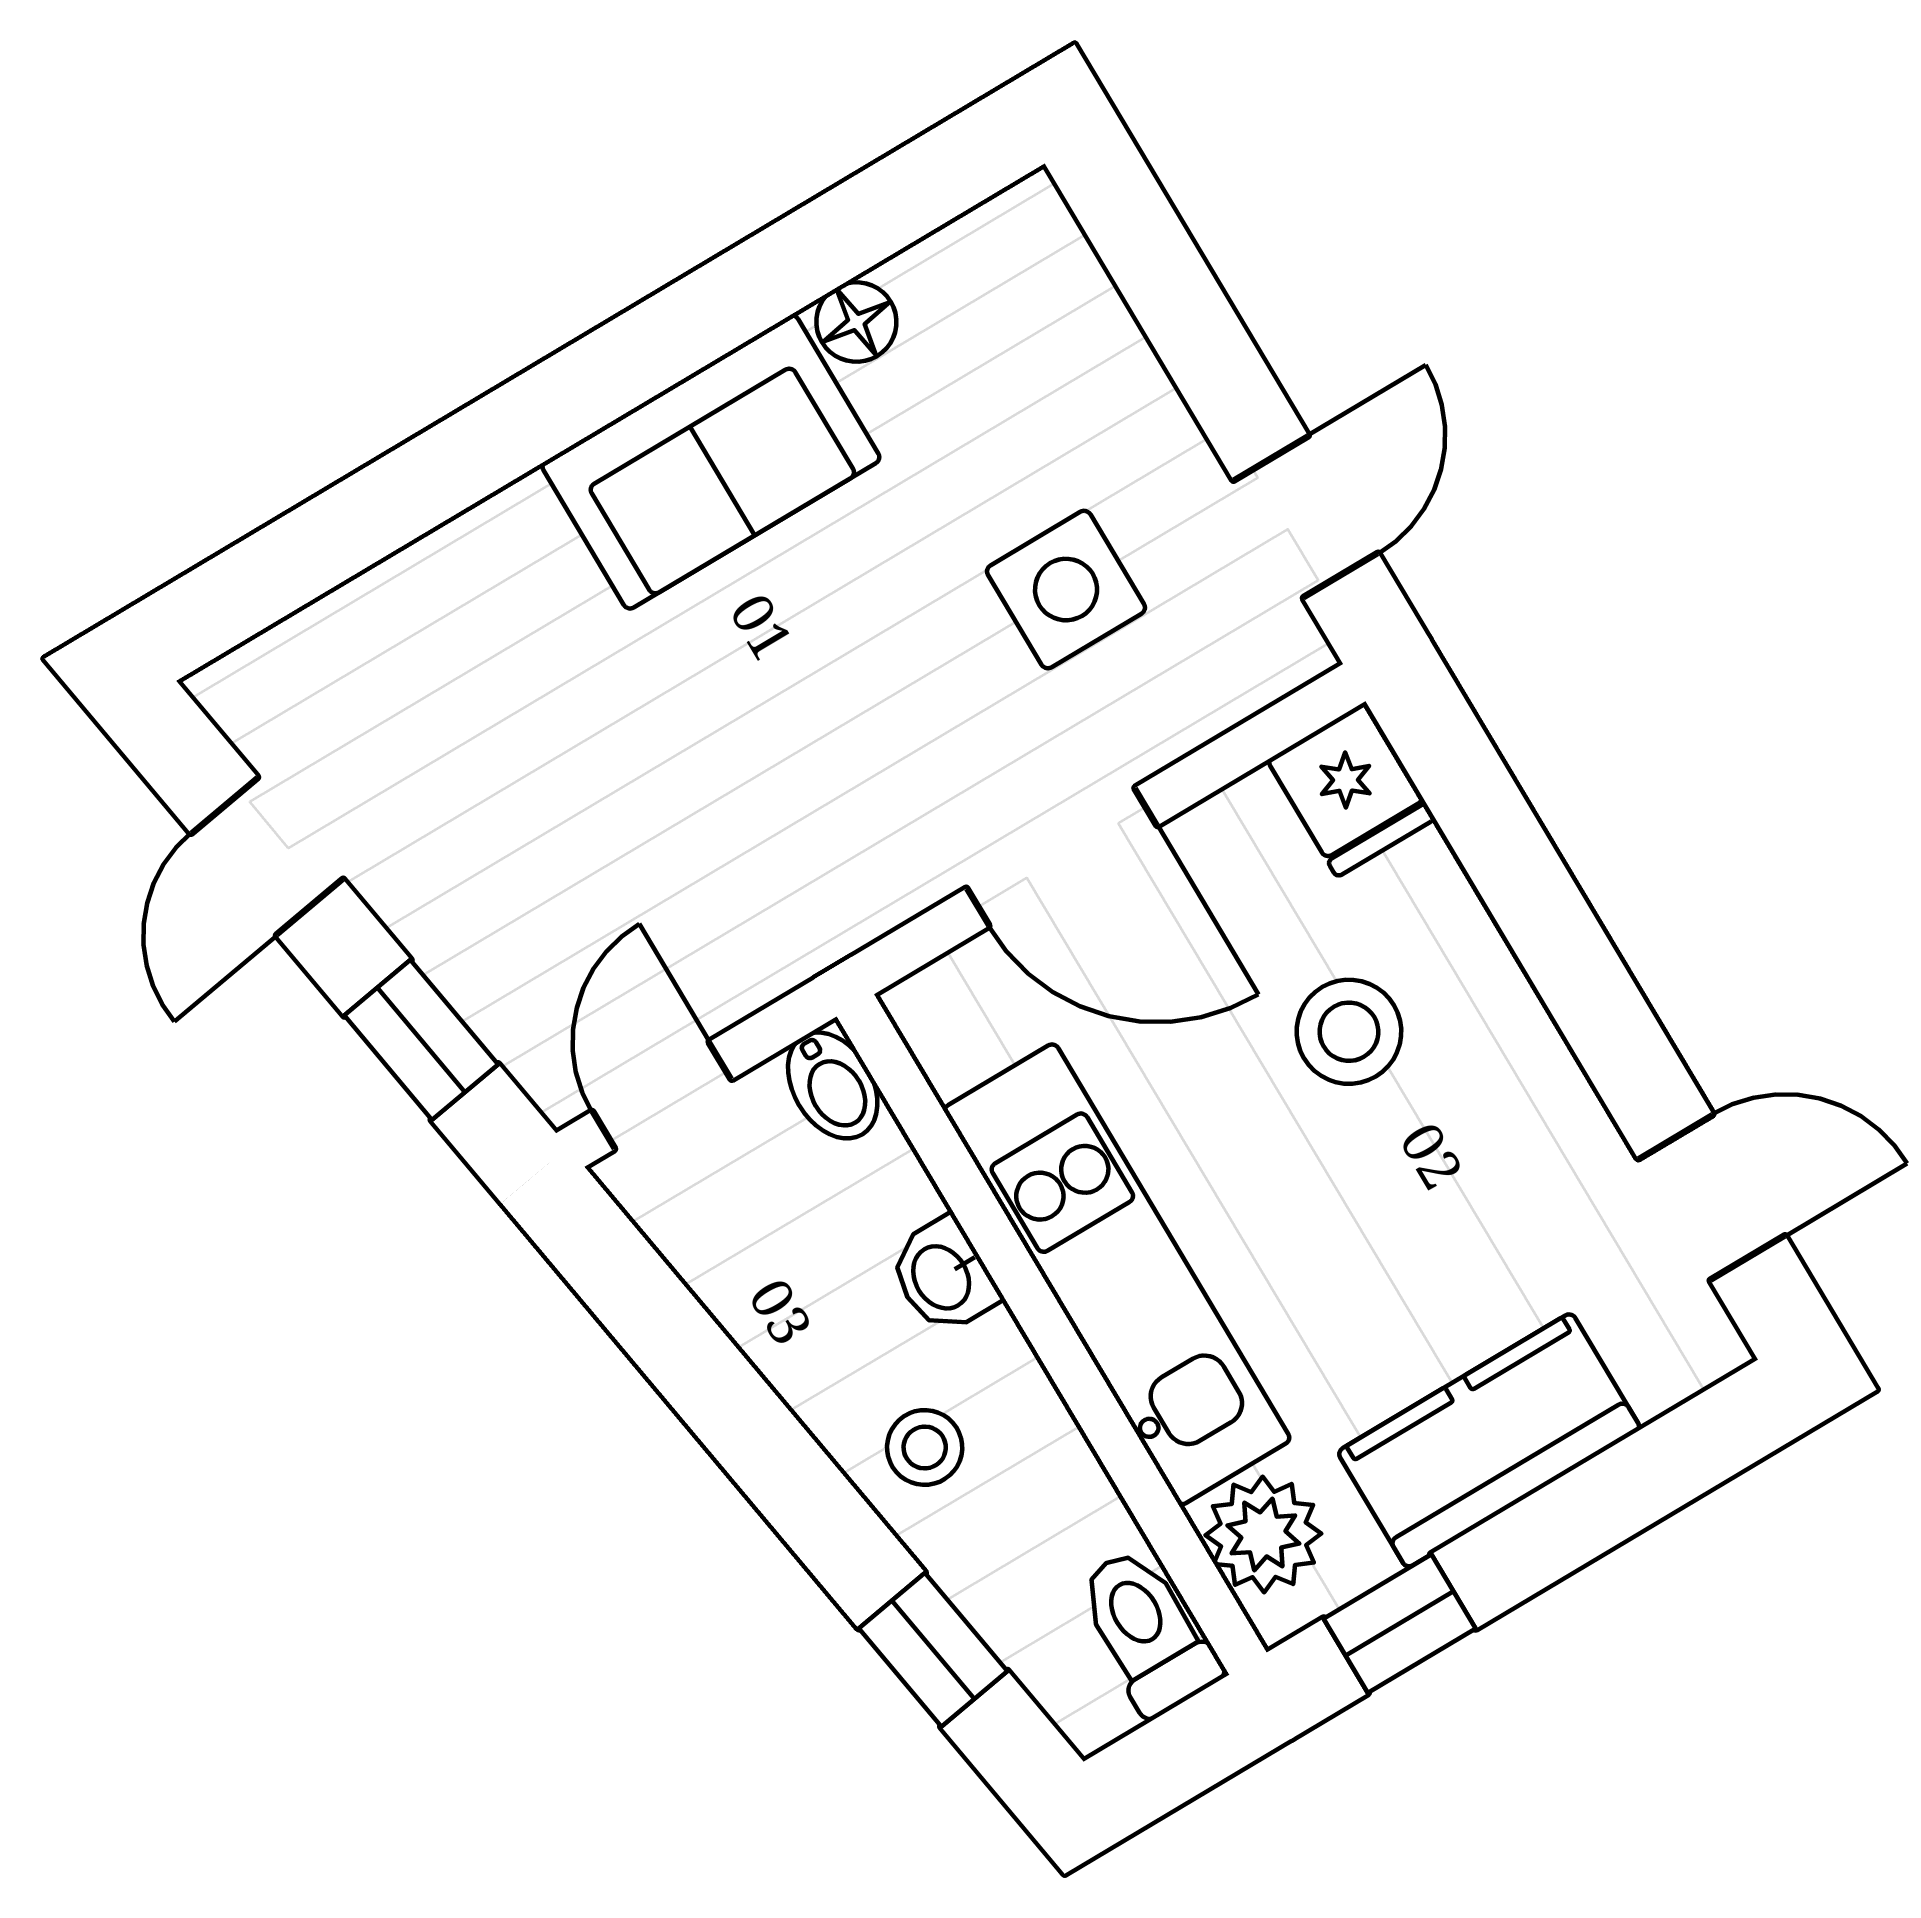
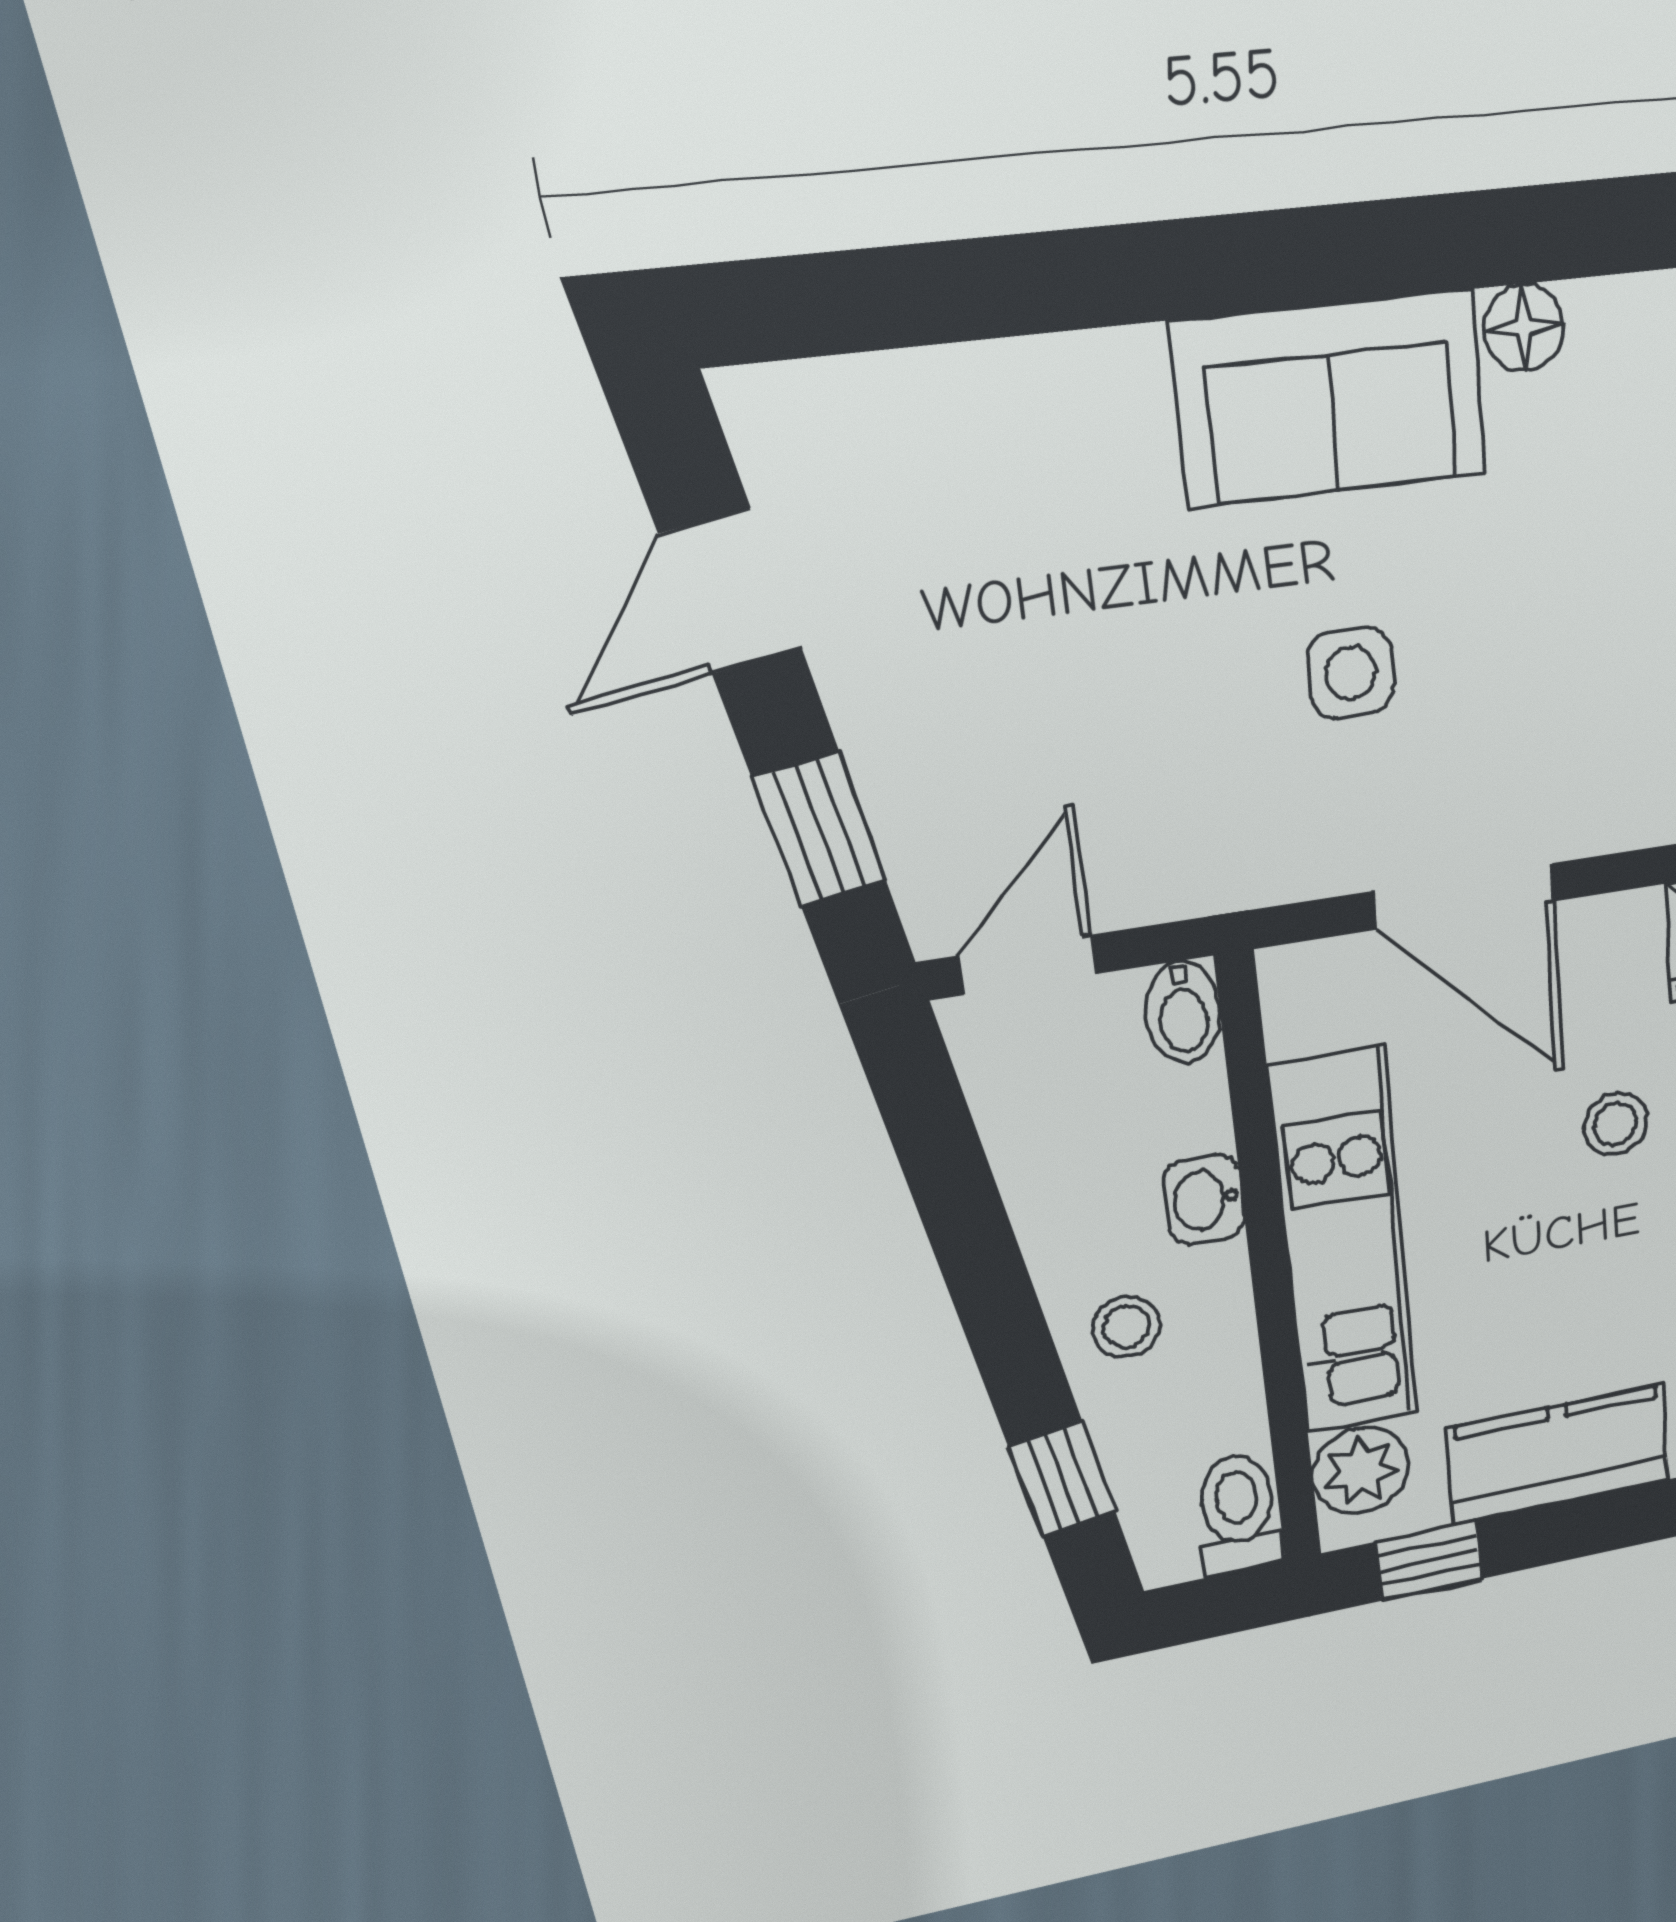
side table: (1066, 590) -> (1351, 673), moved, width x0.73, depth x0.73
stool: (1349, 1032) -> (1616, 1124), width x0.73, depth x0.73

